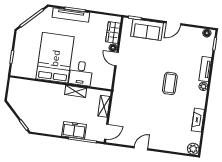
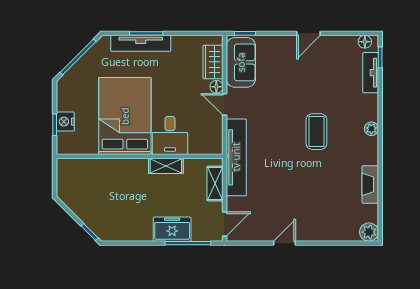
sofa: (147, 30) -> (241, 62), moved, turned -90
nightstand: (19, 56) -> (65, 122), added
tv unit: (205, 69) -> (371, 73), moved
tv unit: (119, 92) -> (236, 157), added

